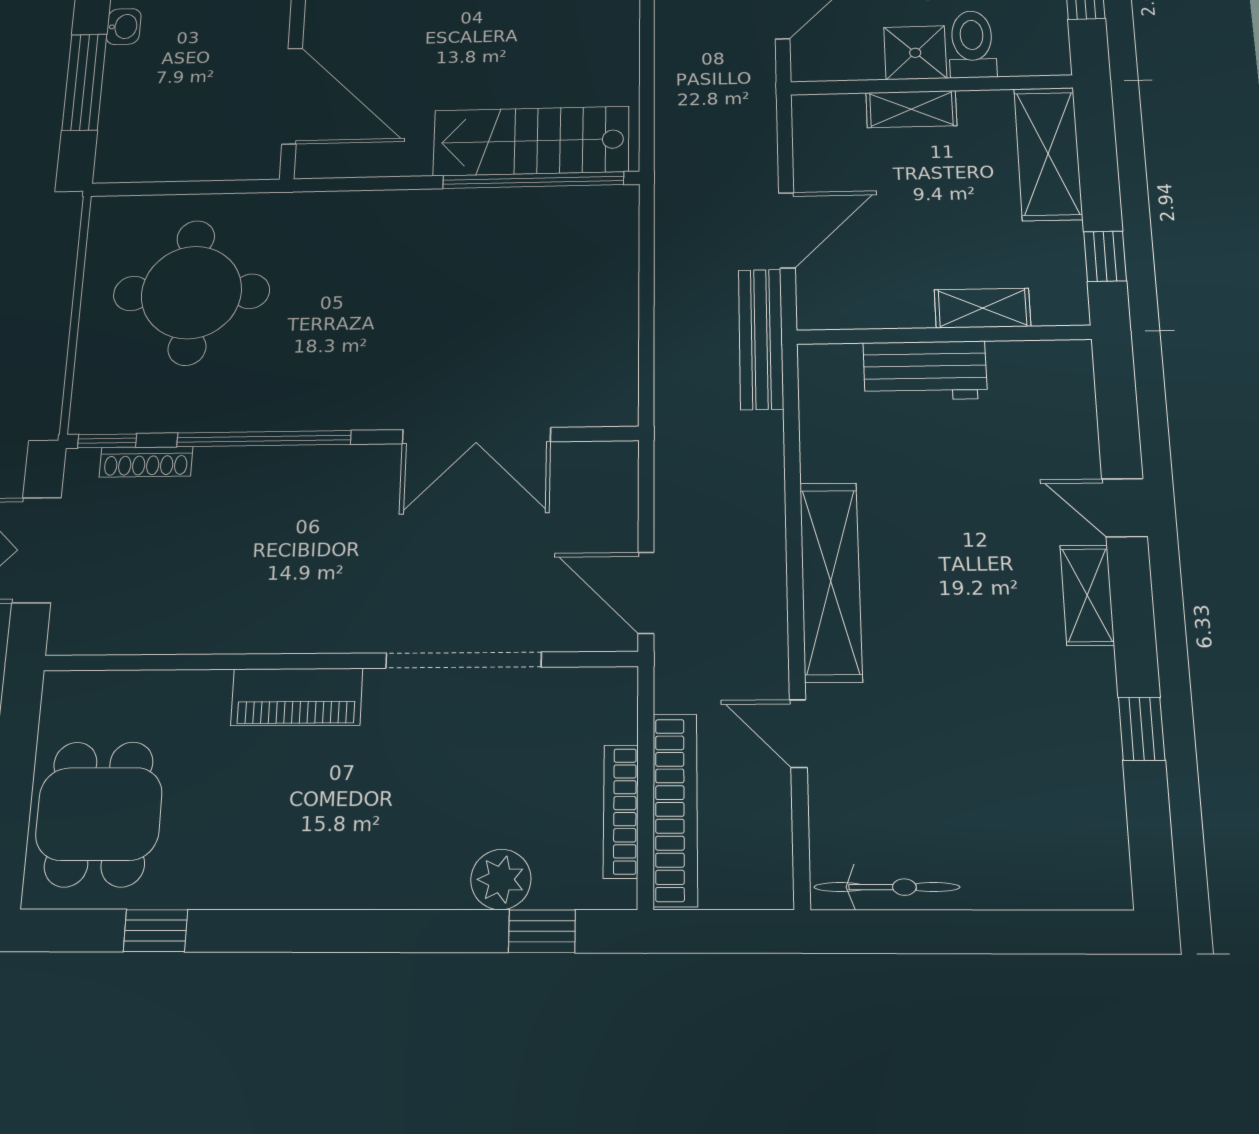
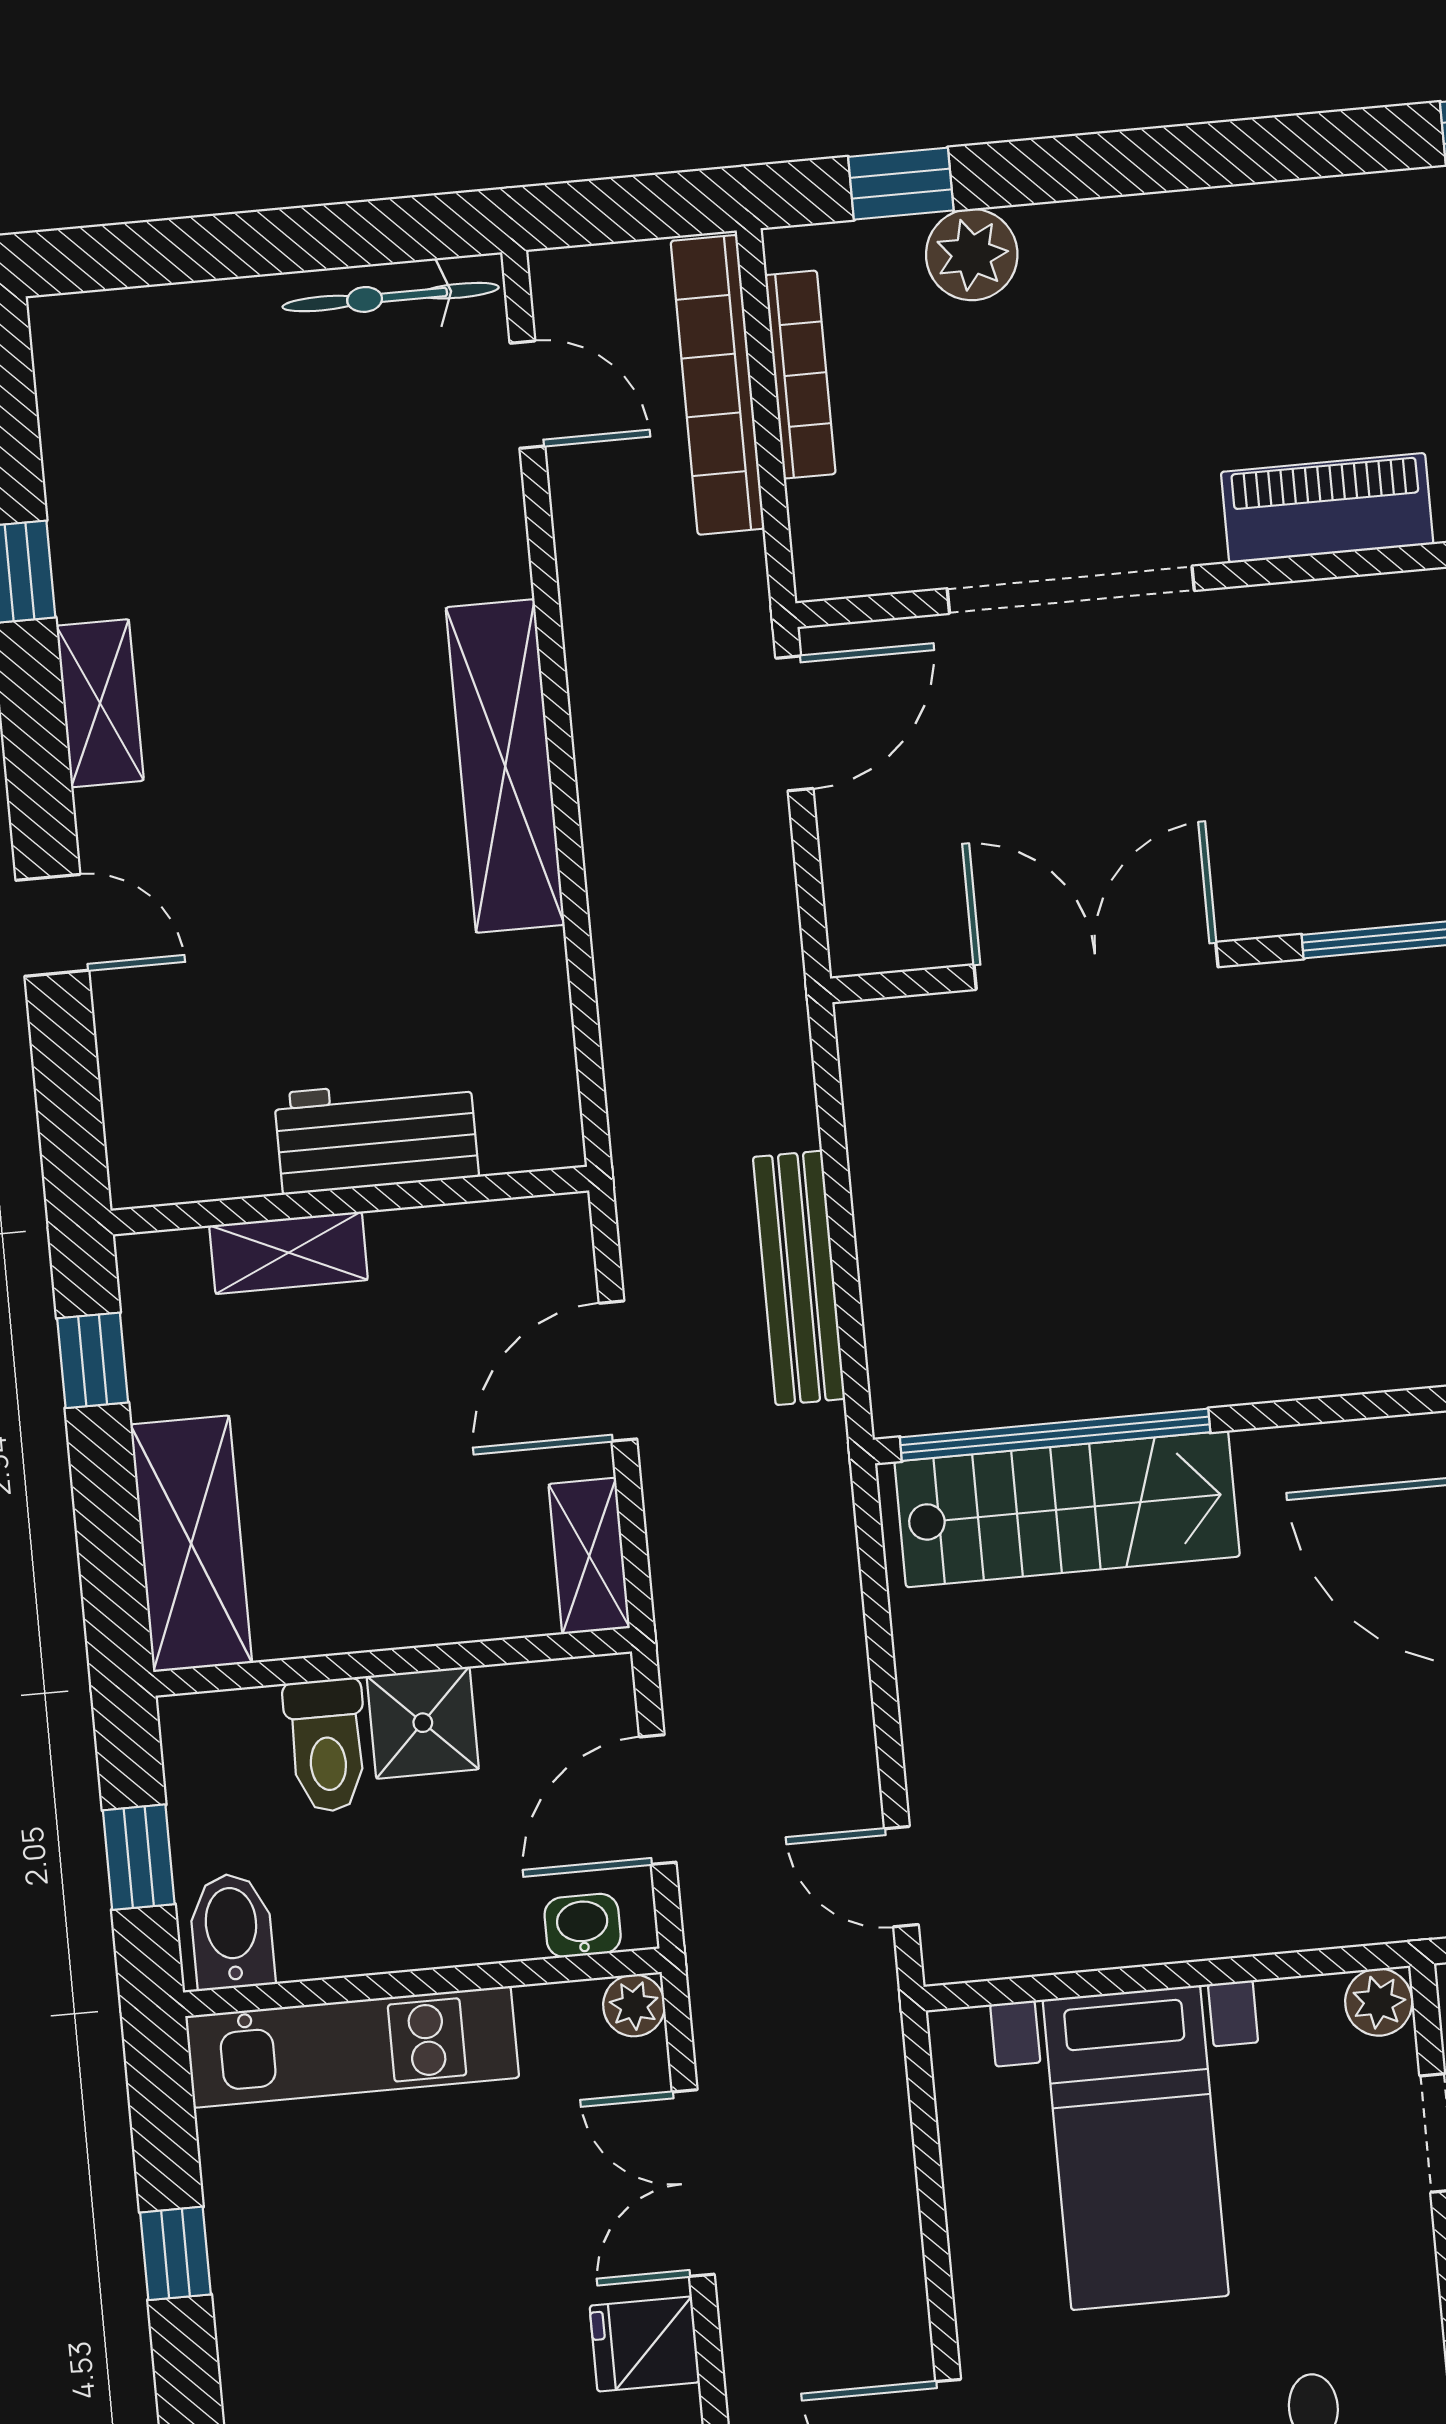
shelving: (911, 109) -> (589, 1556), moved, turned 90
bench: (761, 339) -> (799, 1278), moved
door: (646, 593) -> (794, 723), hinge flipped
shelving: (1087, 595) -> (100, 703), moved
door: (798, 734) -> (527, 395), moved

